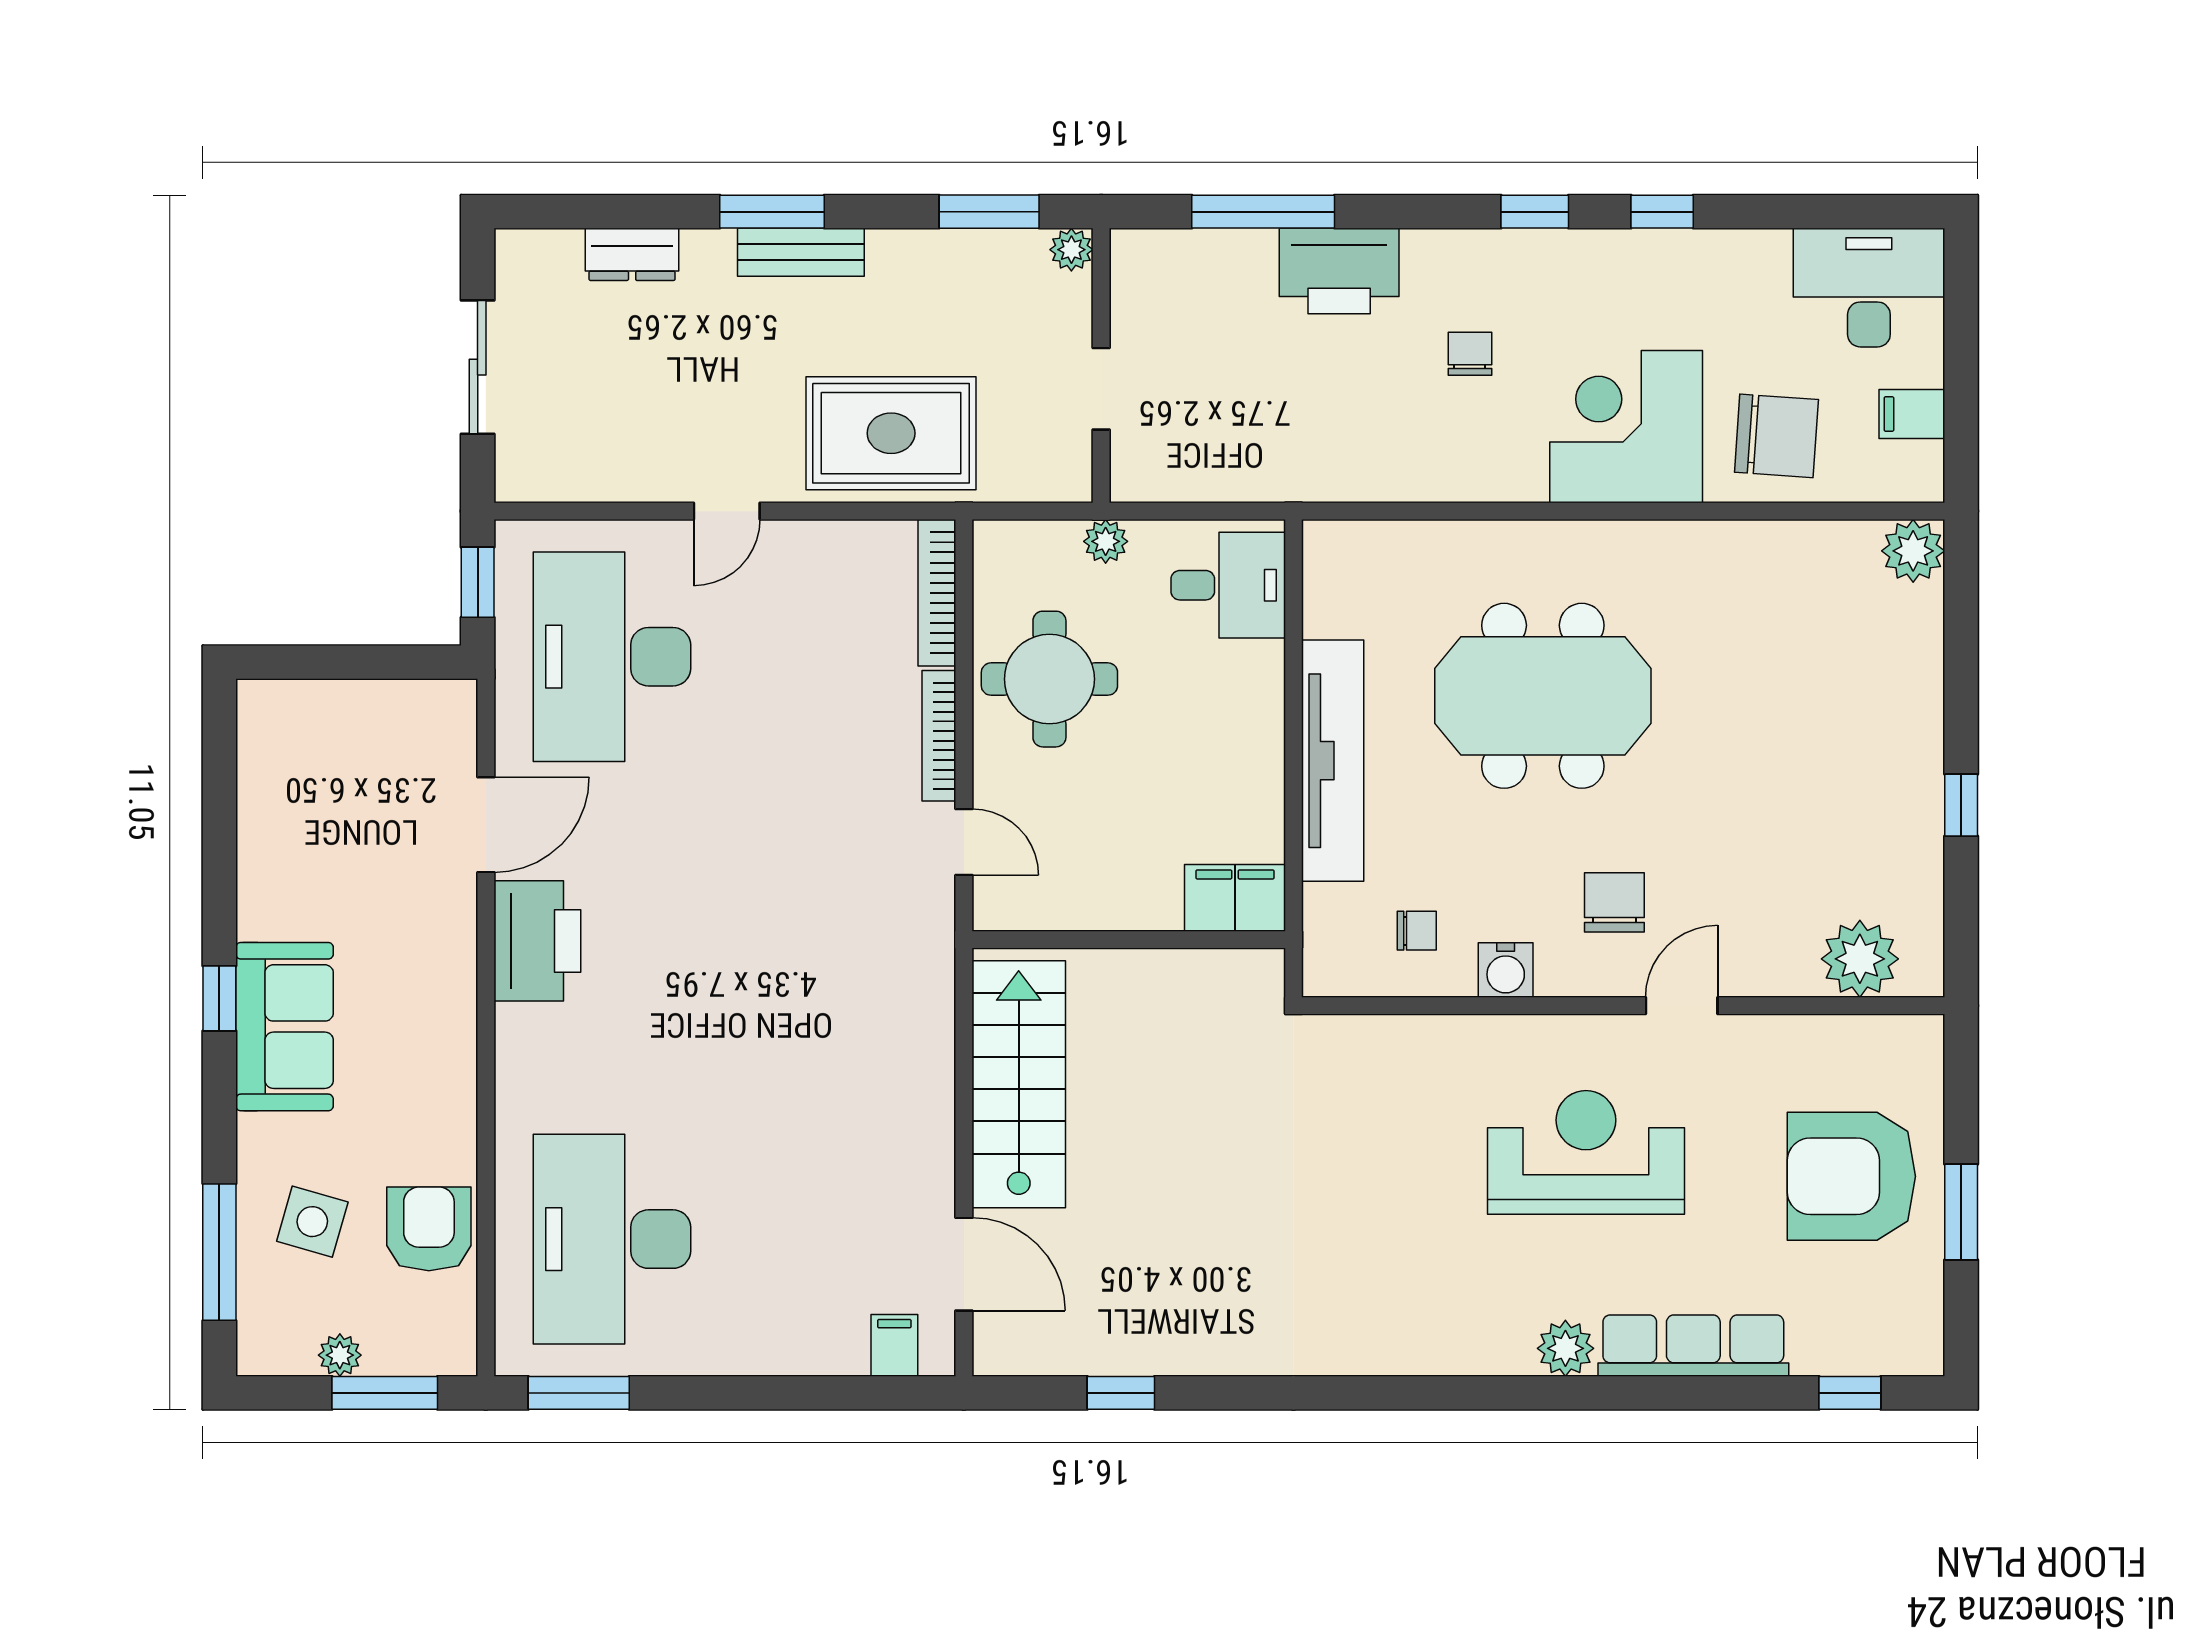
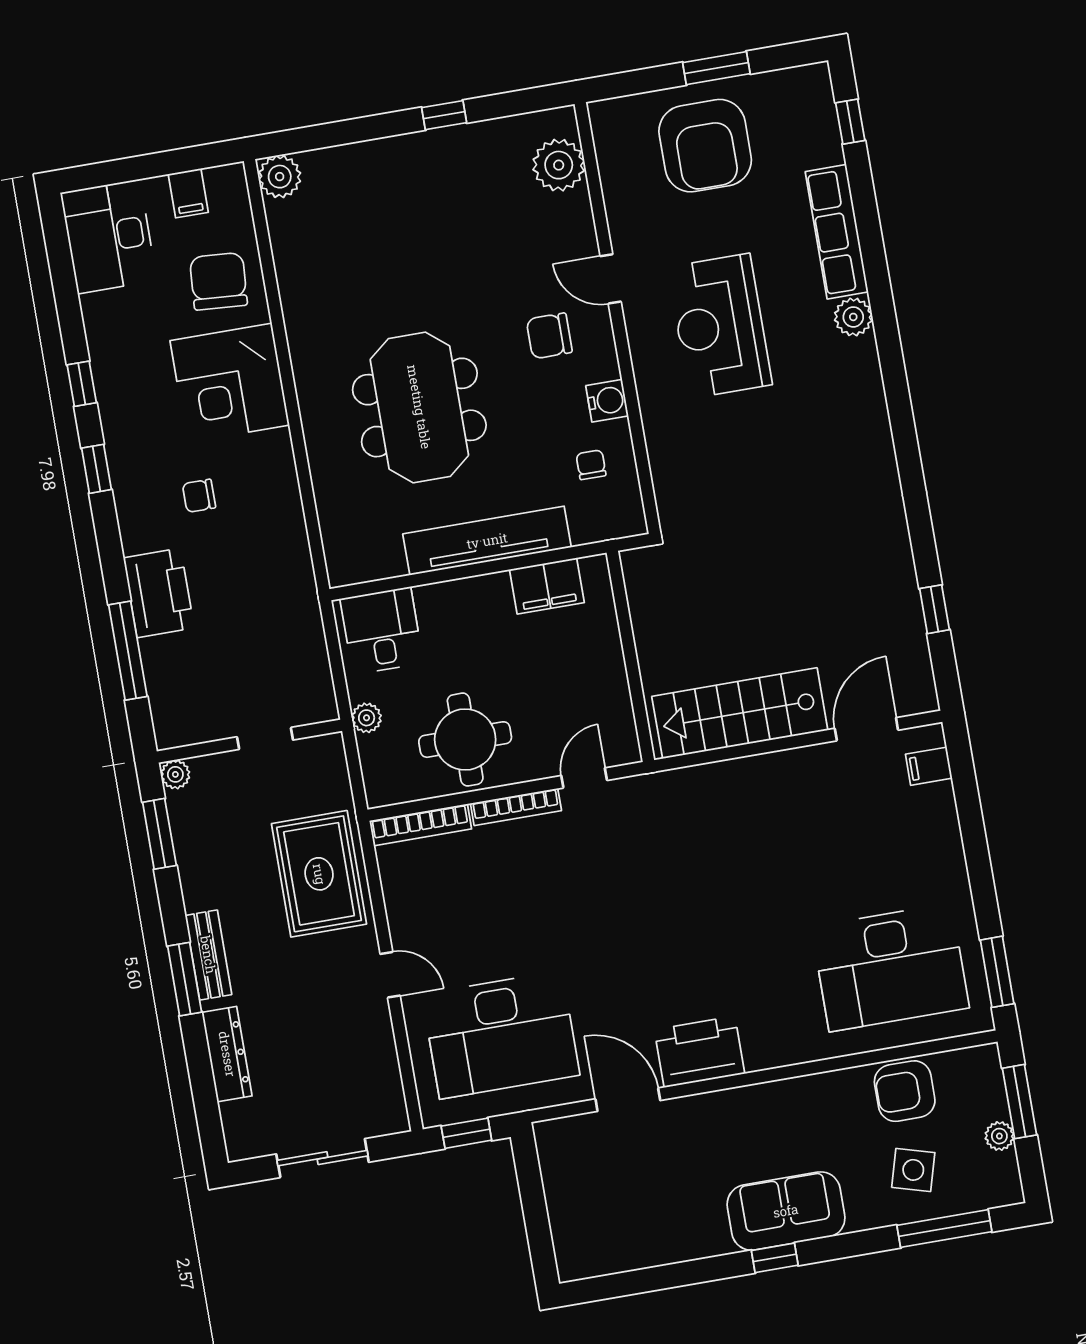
dresser: (632, 254) -> (227, 1054), width x1.44
filing cabinet: (1235, 898) -> (547, 586), moved, turned -90

